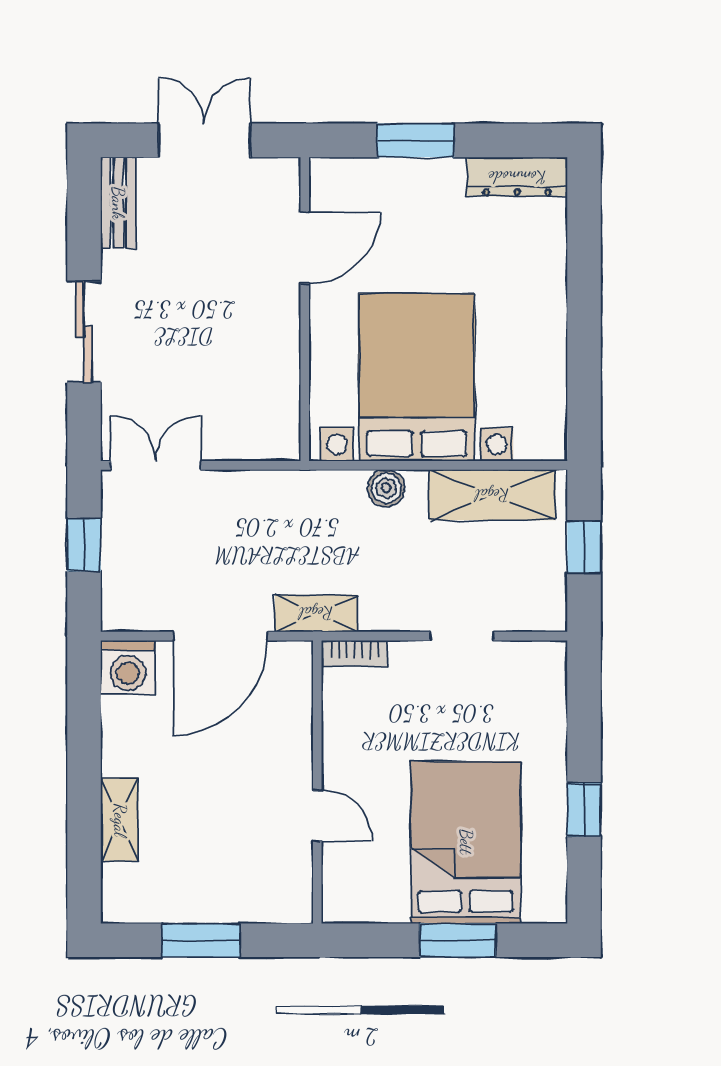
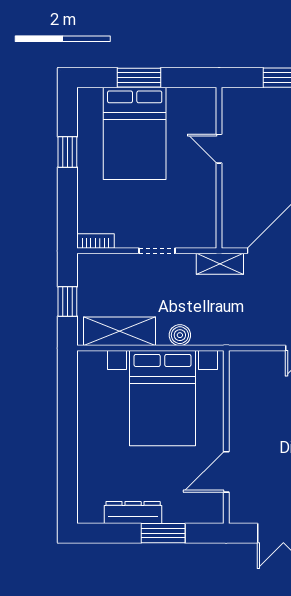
dresser: (517, 177) -> (133, 512), moved
doorway: (462, 636) -> (157, 251), moved
bookcase: (354, 653) -> (95, 241), moved

